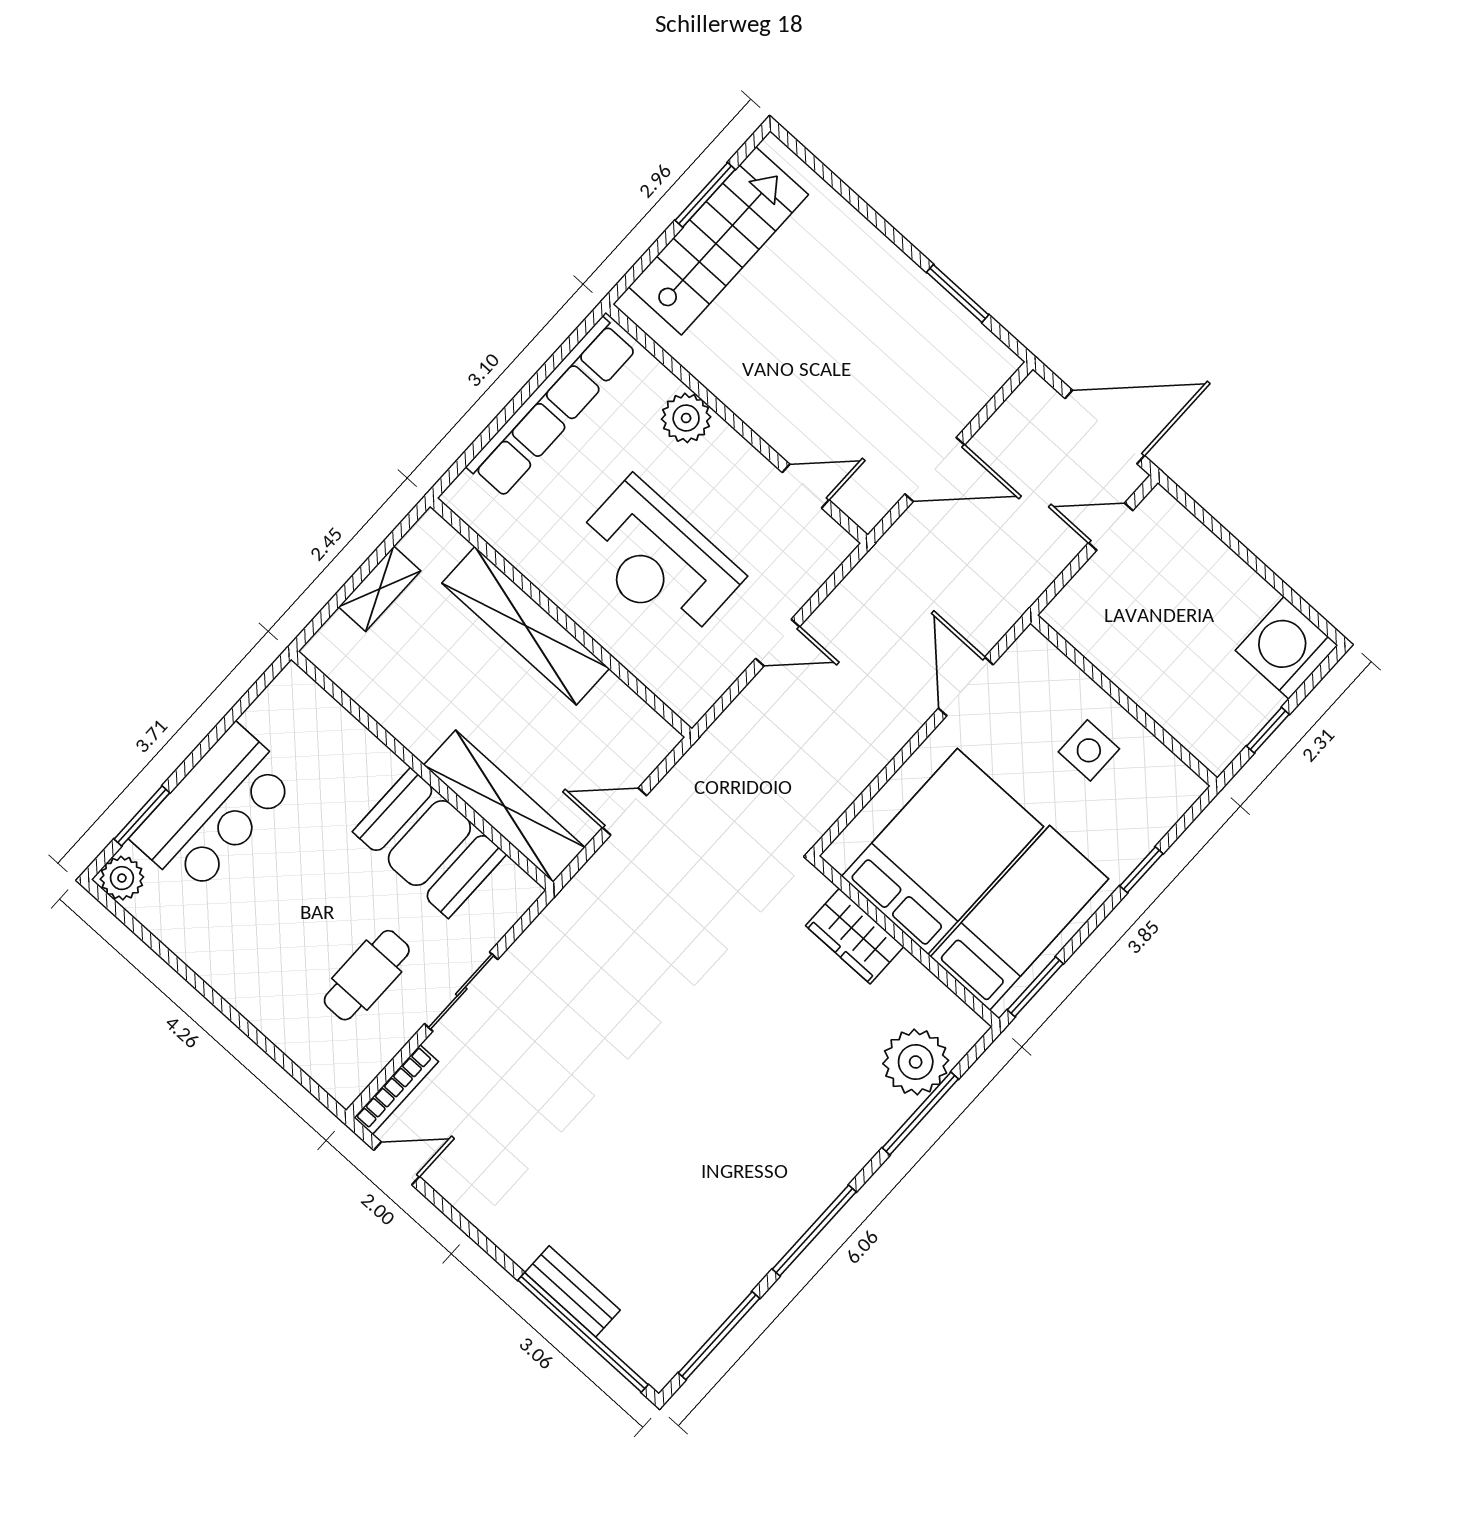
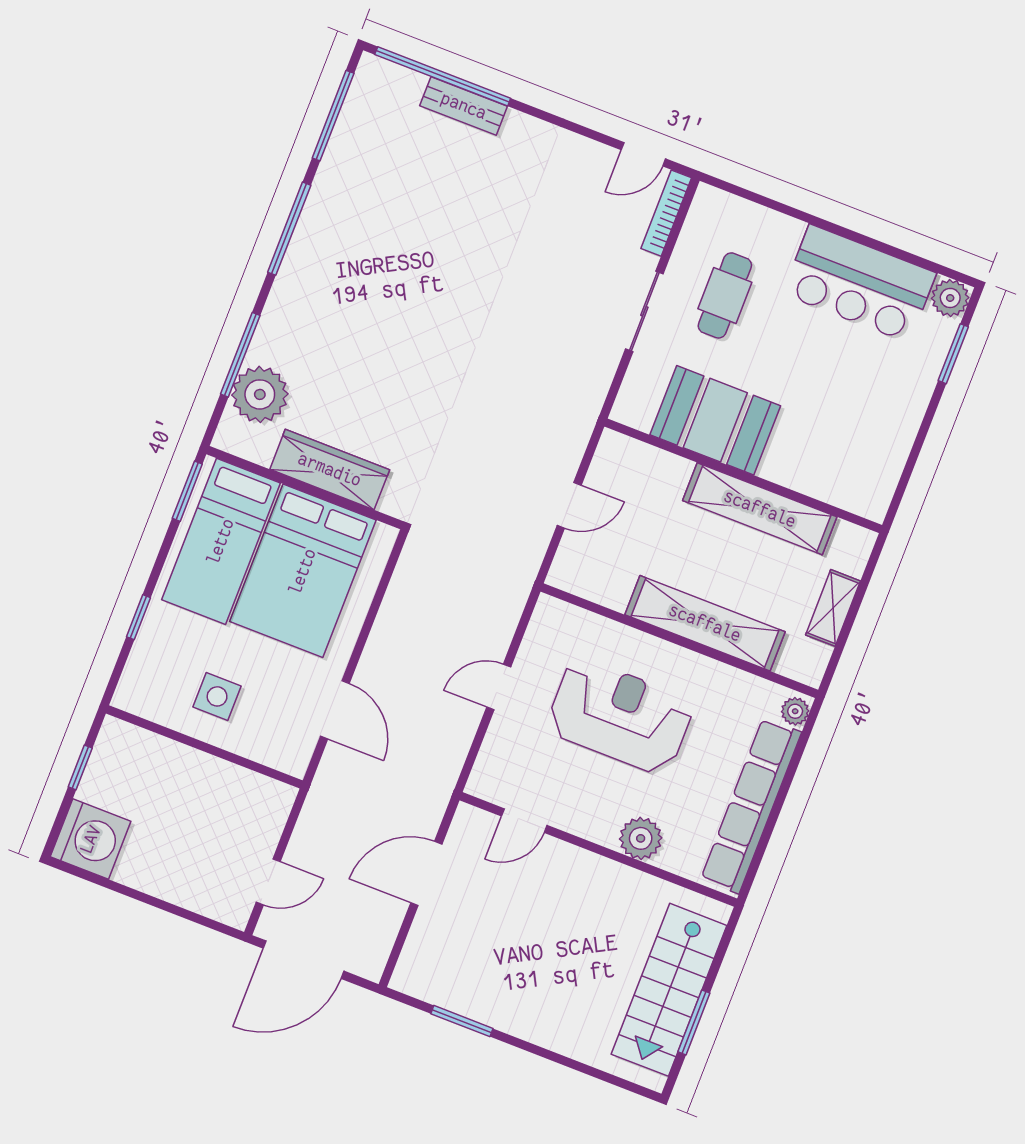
plant: (464, 492) -> (795, 711), added
shelving: (504, 806) -> (760, 509), moved
bar counter: (215, 809) -> (859, 283), moved, turned -90
wardrobe: (855, 936) -> (330, 470), width x1.50

